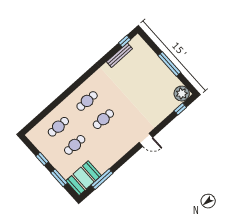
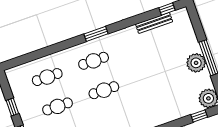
plant: (162, 72) -> (196, 63), added
window: (81, 81) -> (96, 34), added

